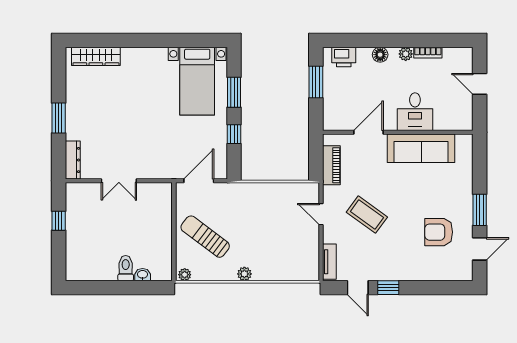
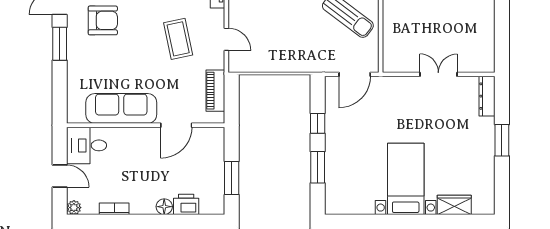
plant: (406, 54) -> (74, 208), moved
wardrobe: (96, 56) -> (454, 205), width x0.67
printer: (344, 57) -> (186, 204), moved
bed with nightstands: (197, 81) -> (406, 179), moved
desk: (415, 112) -> (87, 145), moved, turned -90
coffee table: (367, 215) -> (178, 39), turned 42
window: (59, 221) -> (502, 32), removed

